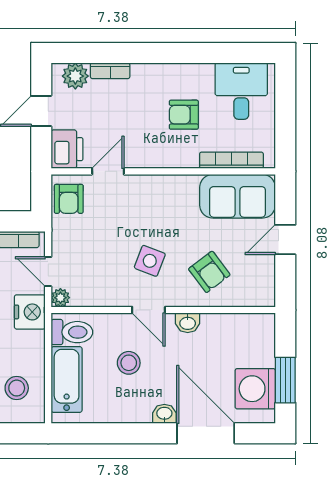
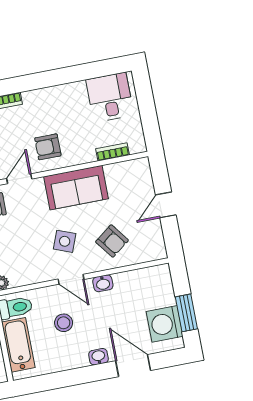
armchair: (184, 115) -> (48, 147), moved
bookcase: (231, 160) -> (113, 152), width x0.64
sofa: (238, 196) -> (76, 188), moved
door: (206, 433) -> (133, 366), width x0.73

